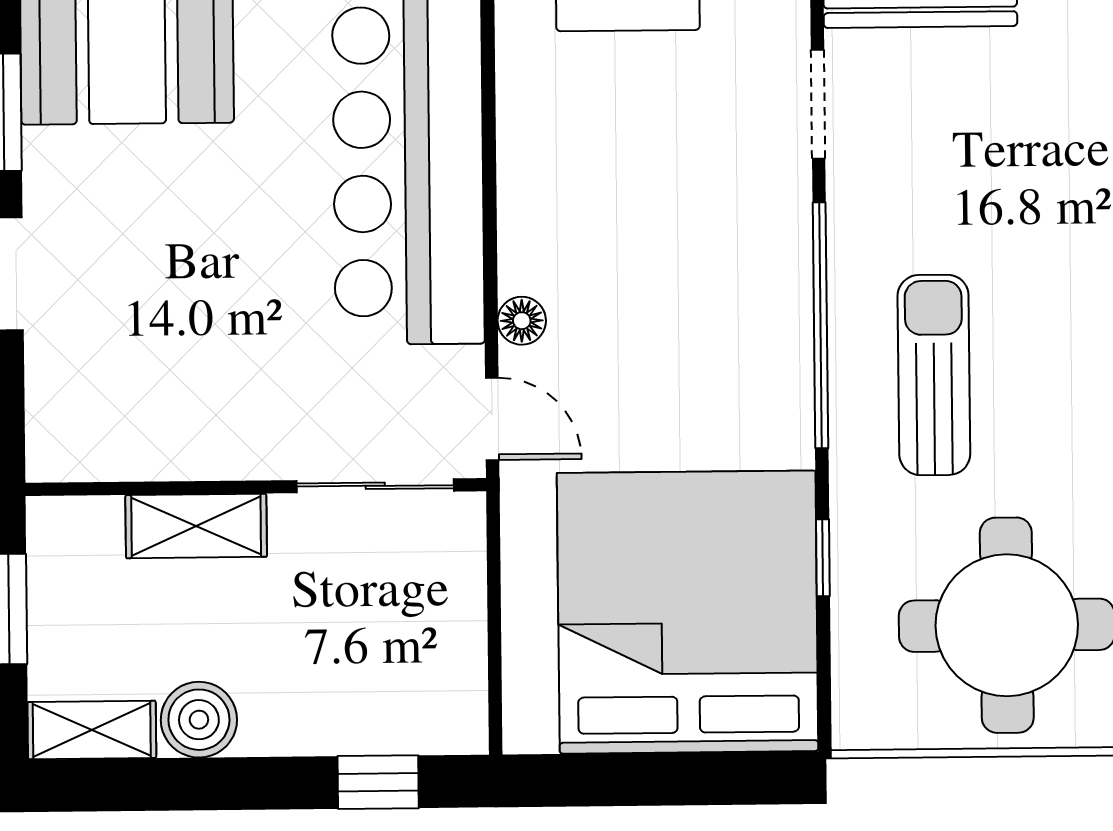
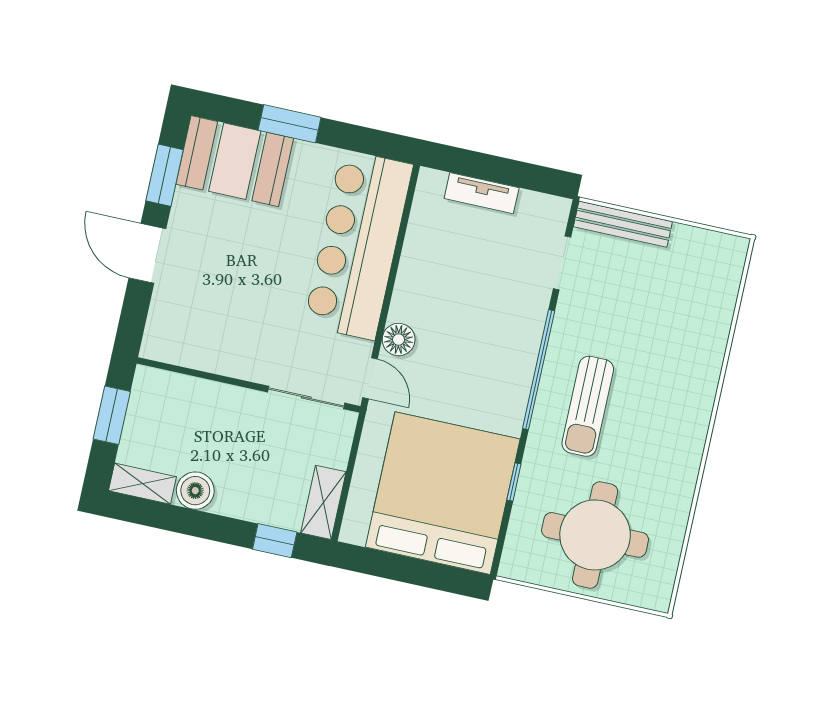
floor lamp: (522, 321) -> (399, 340), width x1.37, depth x1.37
sun lounger: (934, 375) -> (588, 406), turned 180
shelving: (196, 526) -> (323, 502), moved, turned 90

